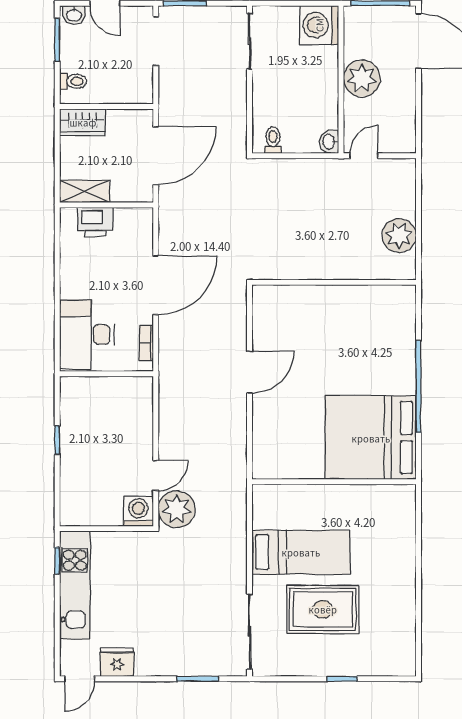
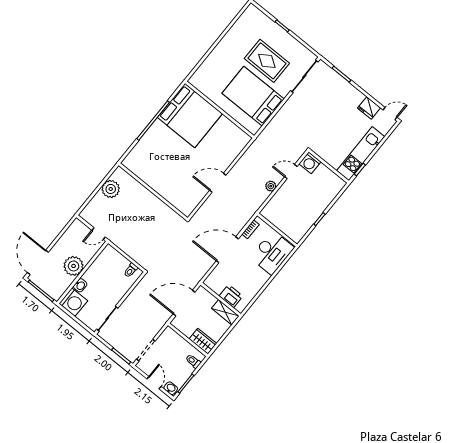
washbasin: (329, 142) -> (80, 285), moved
plant: (177, 509) -> (271, 186), moved, width x0.53, depth x0.53
bed: (301, 552) -> (253, 96), width x1.50

